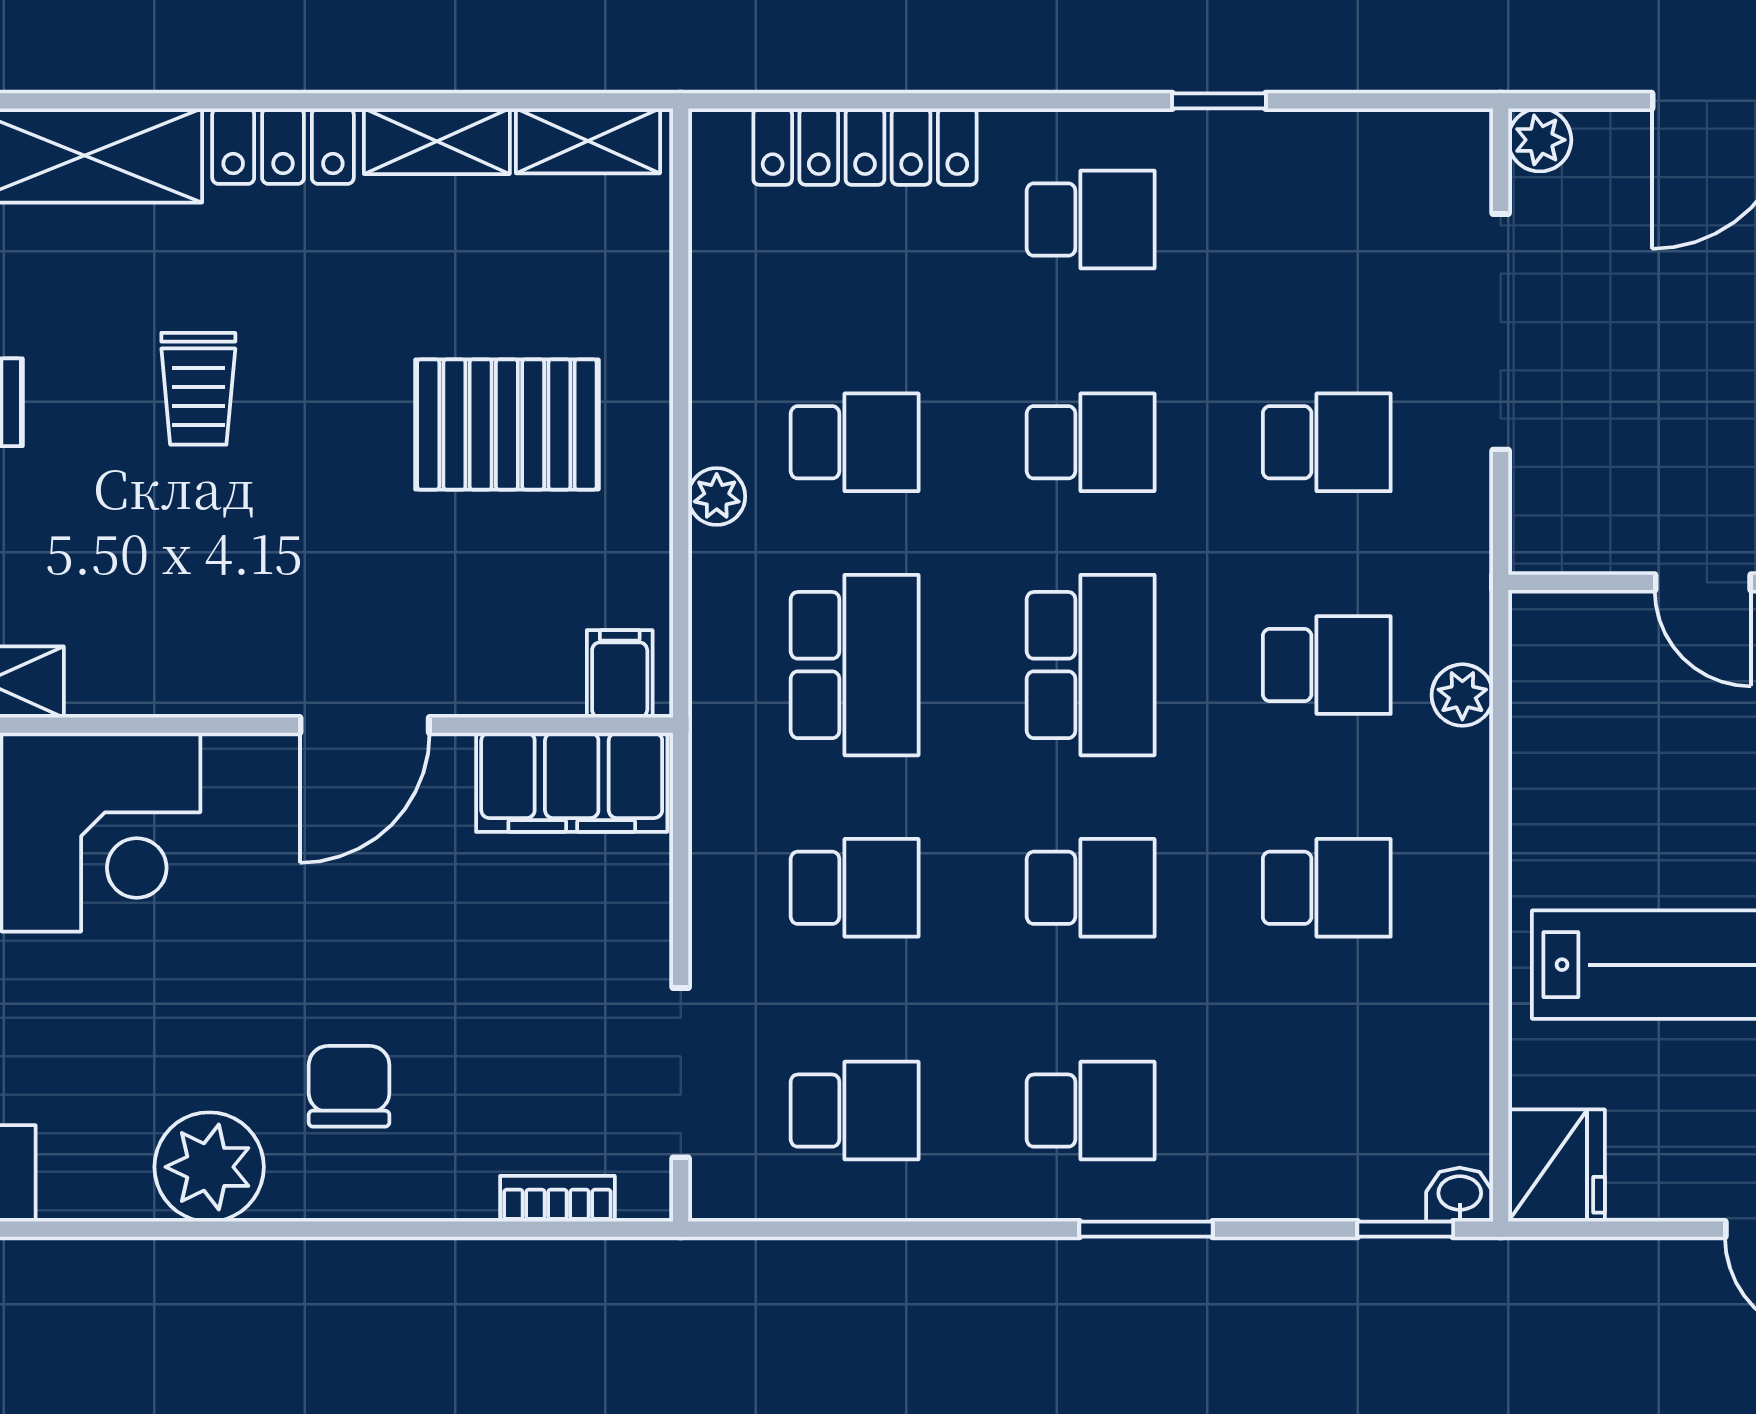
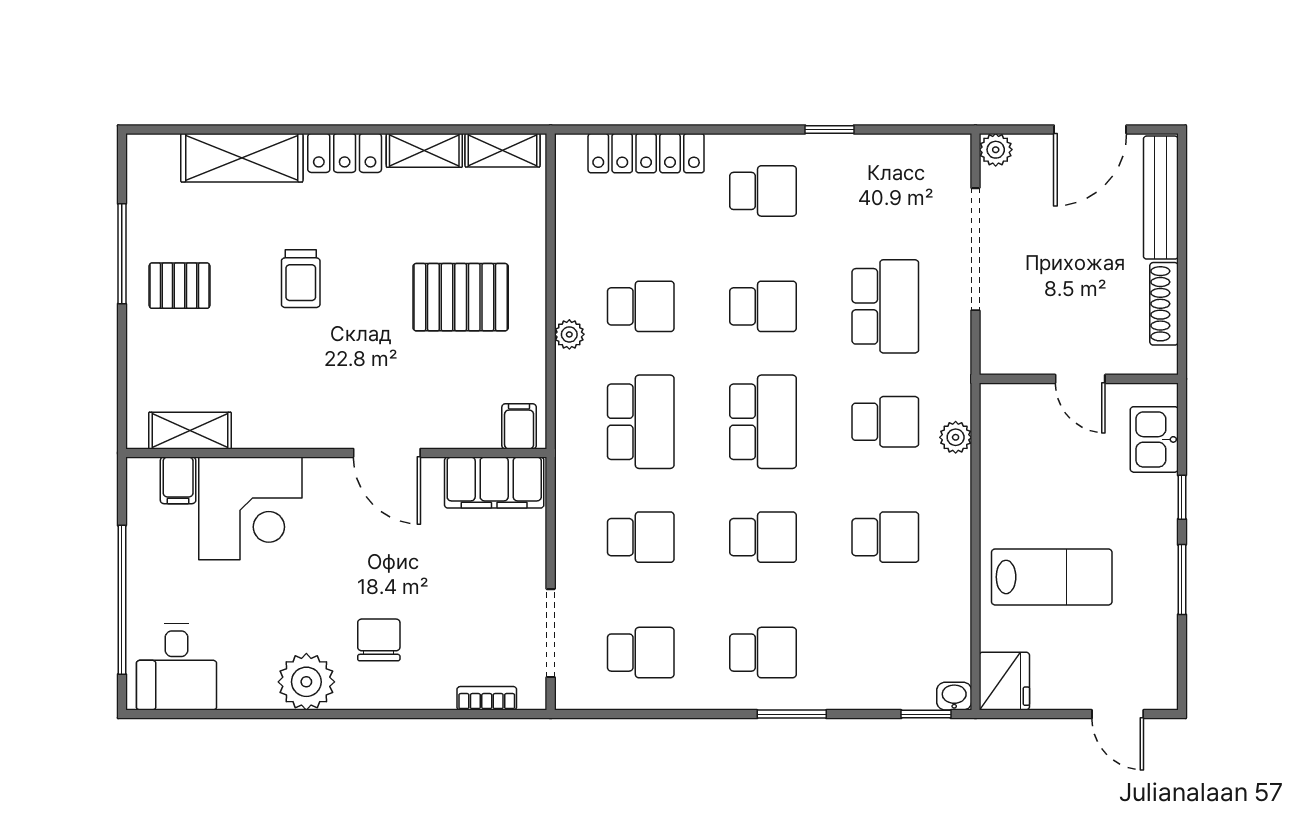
school desk: (1327, 442) -> (885, 306), width x1.85
door: (365, 725) -> (387, 453), hinge flipped

